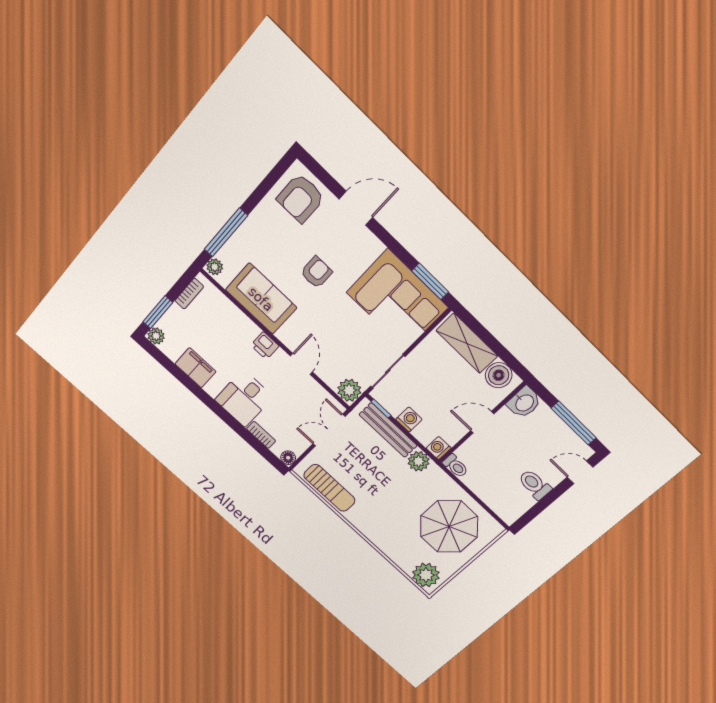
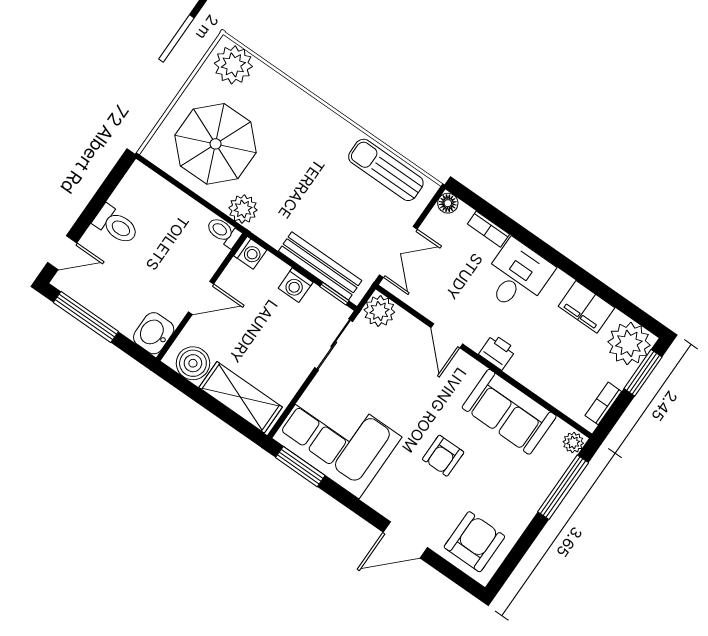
plant: (156, 336) -> (629, 343), width x1.88, depth x1.88
plant: (419, 461) -> (243, 209), moved

